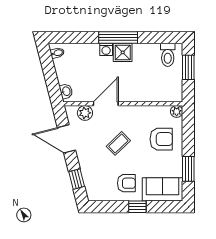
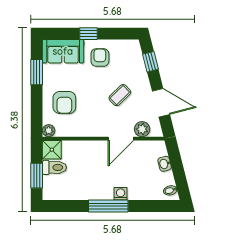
shower: (123, 52) -> (52, 150), moved
toilet: (168, 55) -> (54, 167), moved, turned 90
washbasin: (66, 91) -> (165, 164), moved
armchair: (161, 139) -> (64, 102), turned -90
coffee table: (118, 143) -> (120, 95), moved
armchair: (126, 183) -> (100, 58), turned 90

